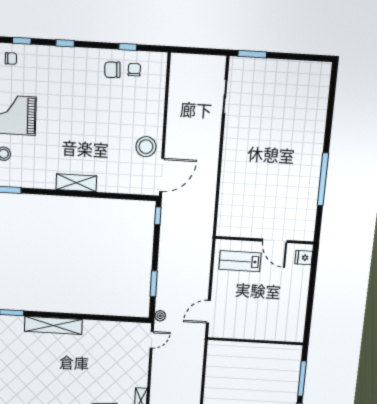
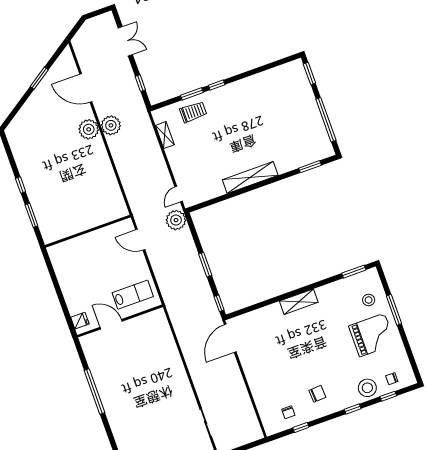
chair: (112, 70) -> (317, 394), moved
stool: (146, 147) -> (367, 388), moved
window: (154, 284) -> (205, 265), moved
door: (208, 312) -> (140, 240), swing flipped
plant: (160, 316) -> (176, 220), width x1.88, depth x1.88
shelving: (53, 325) -> (250, 178), moved
window: (302, 379) -> (31, 215), width x0.69

